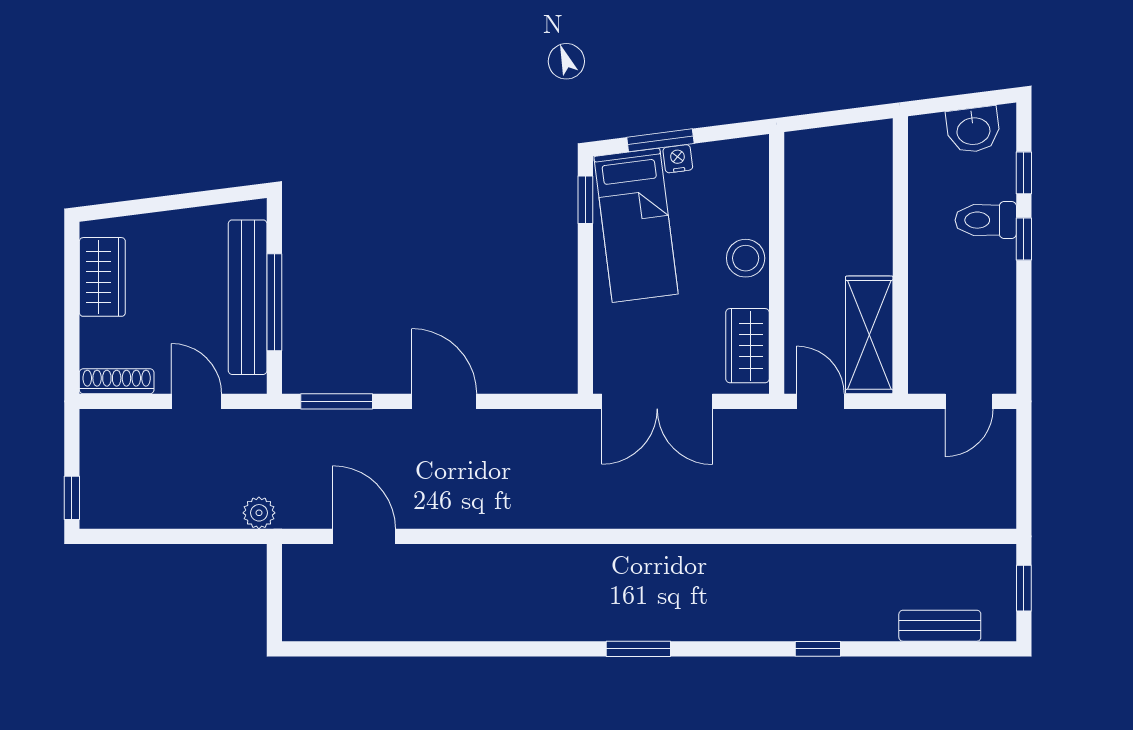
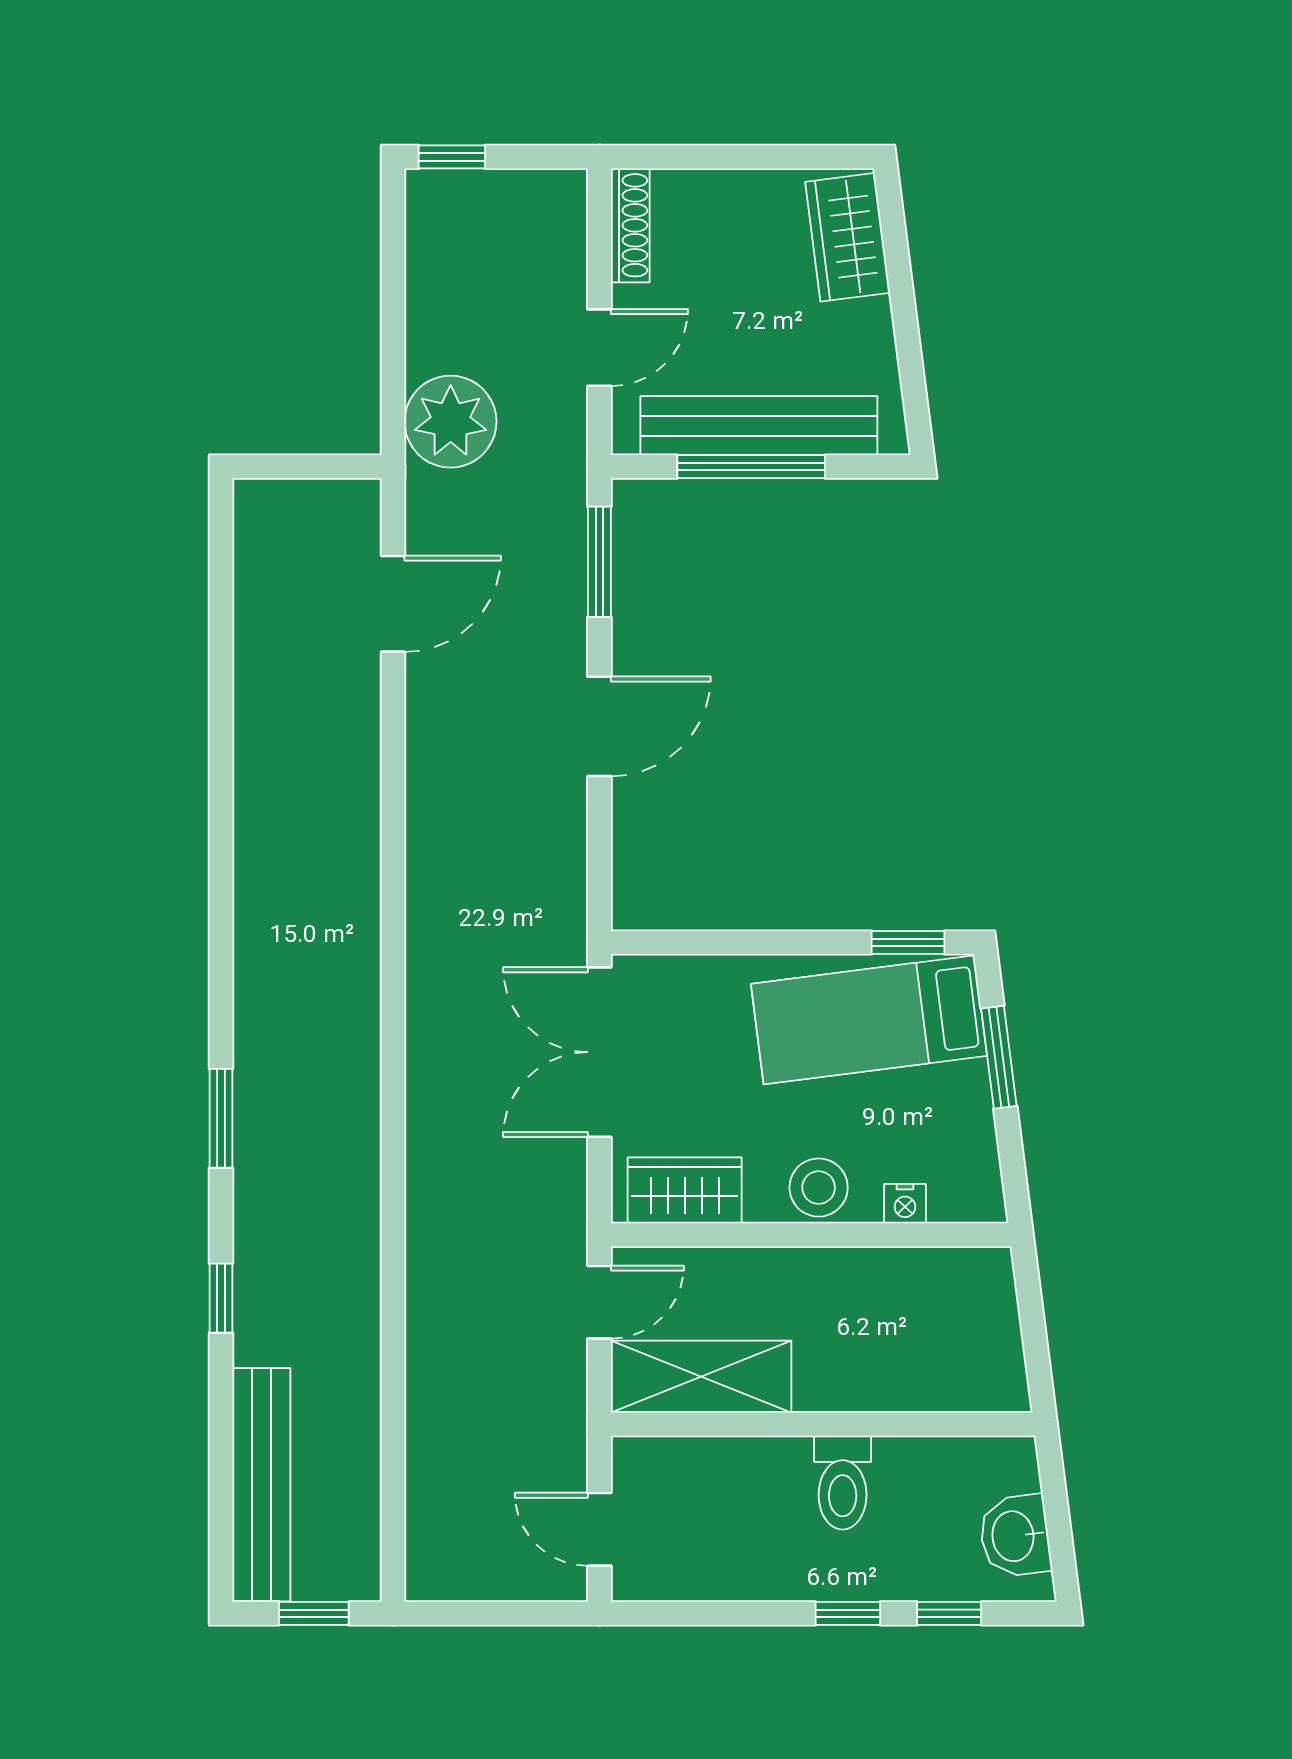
nightstand: (678, 159) -> (905, 1204), moved, turned 97
toilet: (986, 220) -> (843, 1483), moved, turned 180
wardrobe: (102, 277) -> (848, 237), moved, turned 83
plant: (259, 513) -> (451, 422), width x1.87, depth x1.87
bench: (940, 626) -> (261, 1485), width x1.86, depth x1.21
window: (638, 649) -> (221, 1118), moved

